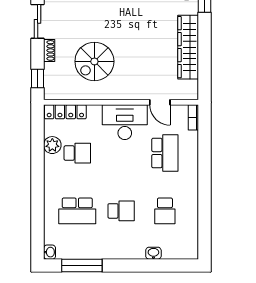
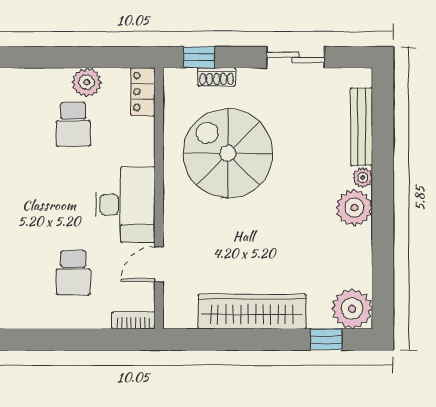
shoe rack: (49, 50) -> (217, 77), moved
spiral stairs: (94, 61) -> (228, 153), width x1.37, depth x1.37
locker: (65, 112) -> (143, 92), width x0.66
school desk: (165, 153) -> (73, 272), width x0.54

